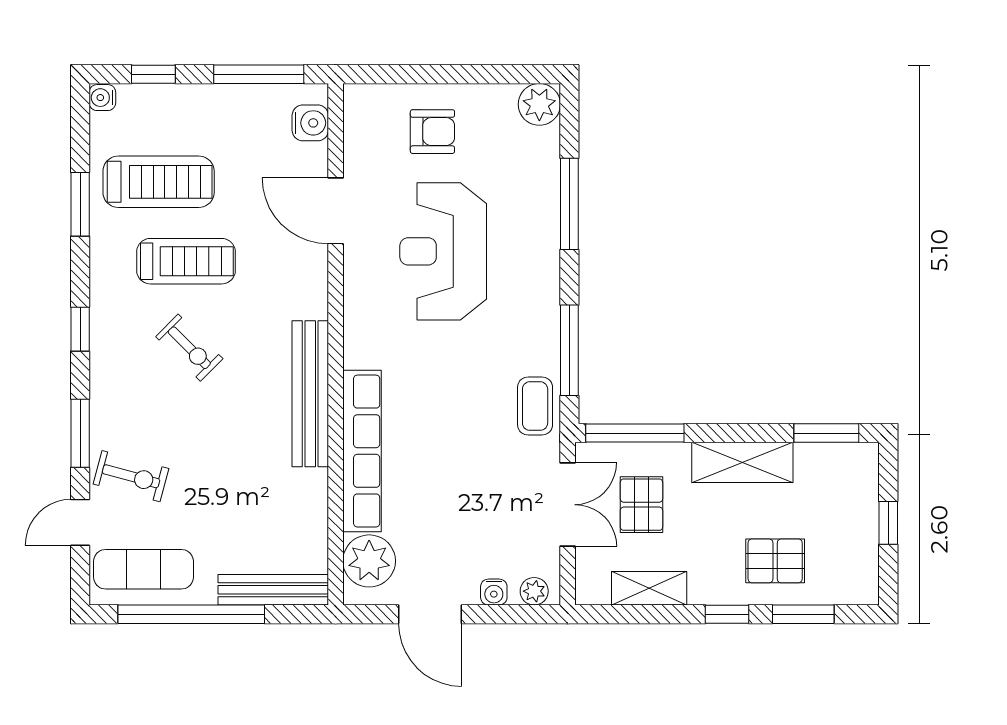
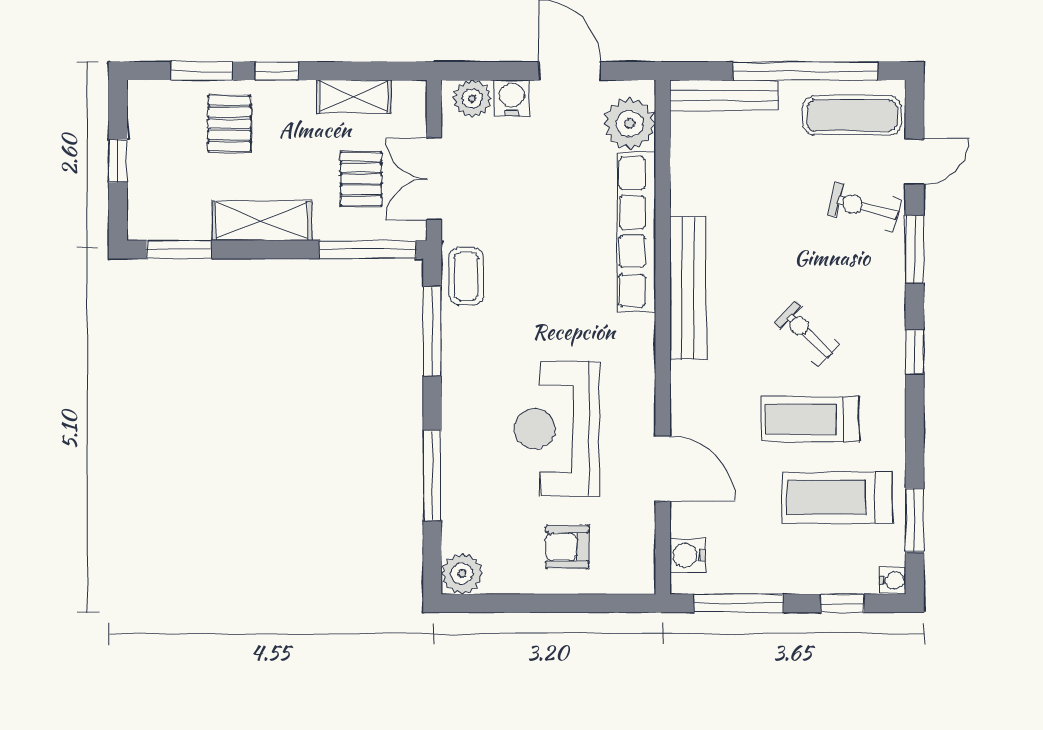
window: (80, 204) -> (915, 520), moved
reception desk: (443, 251) -> (557, 429), turned 180
pallet: (775, 561) -> (229, 124), turned 90
plant: (534, 591) -> (472, 99), width x1.38, depth x1.38
water cooler: (494, 592) -> (512, 98), width x1.38, depth x1.38

